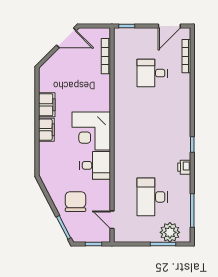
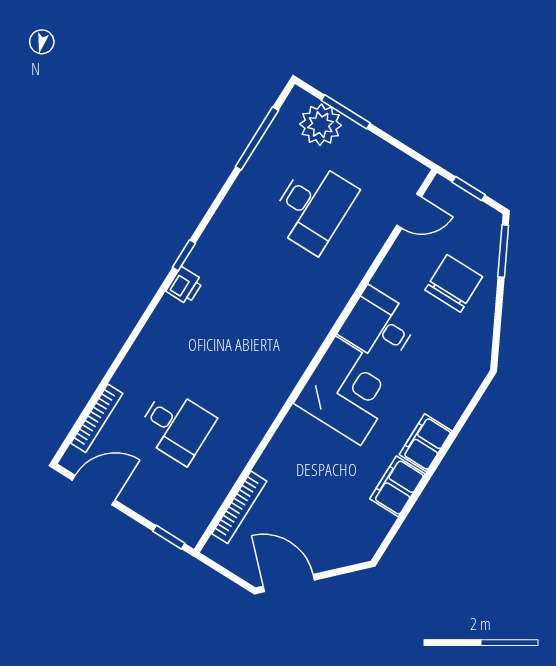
printer: (184, 167) -> (185, 286), moved
chair: (76, 202) -> (454, 283), turned 180
door: (112, 220) -> (409, 211), hinge flipped

